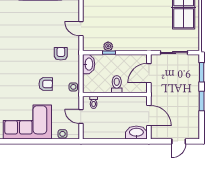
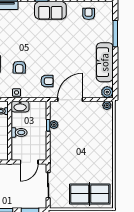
door: (81, 29) -> (70, 100), width x1.88
washbasin: (89, 64) -> (20, 107), moved
door: (149, 73) -> (29, 162), swing flipped

